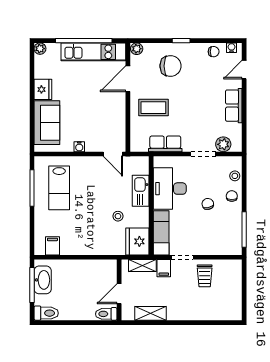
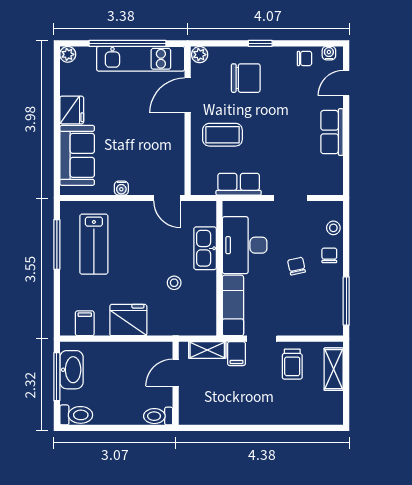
plant: (223, 144) -> (318, 185), removed
fridge: (137, 241) -> (128, 320), moved, turned 90
door: (119, 294) -> (176, 373), moved
shelving: (150, 313) -> (334, 369), moved, turned 90

